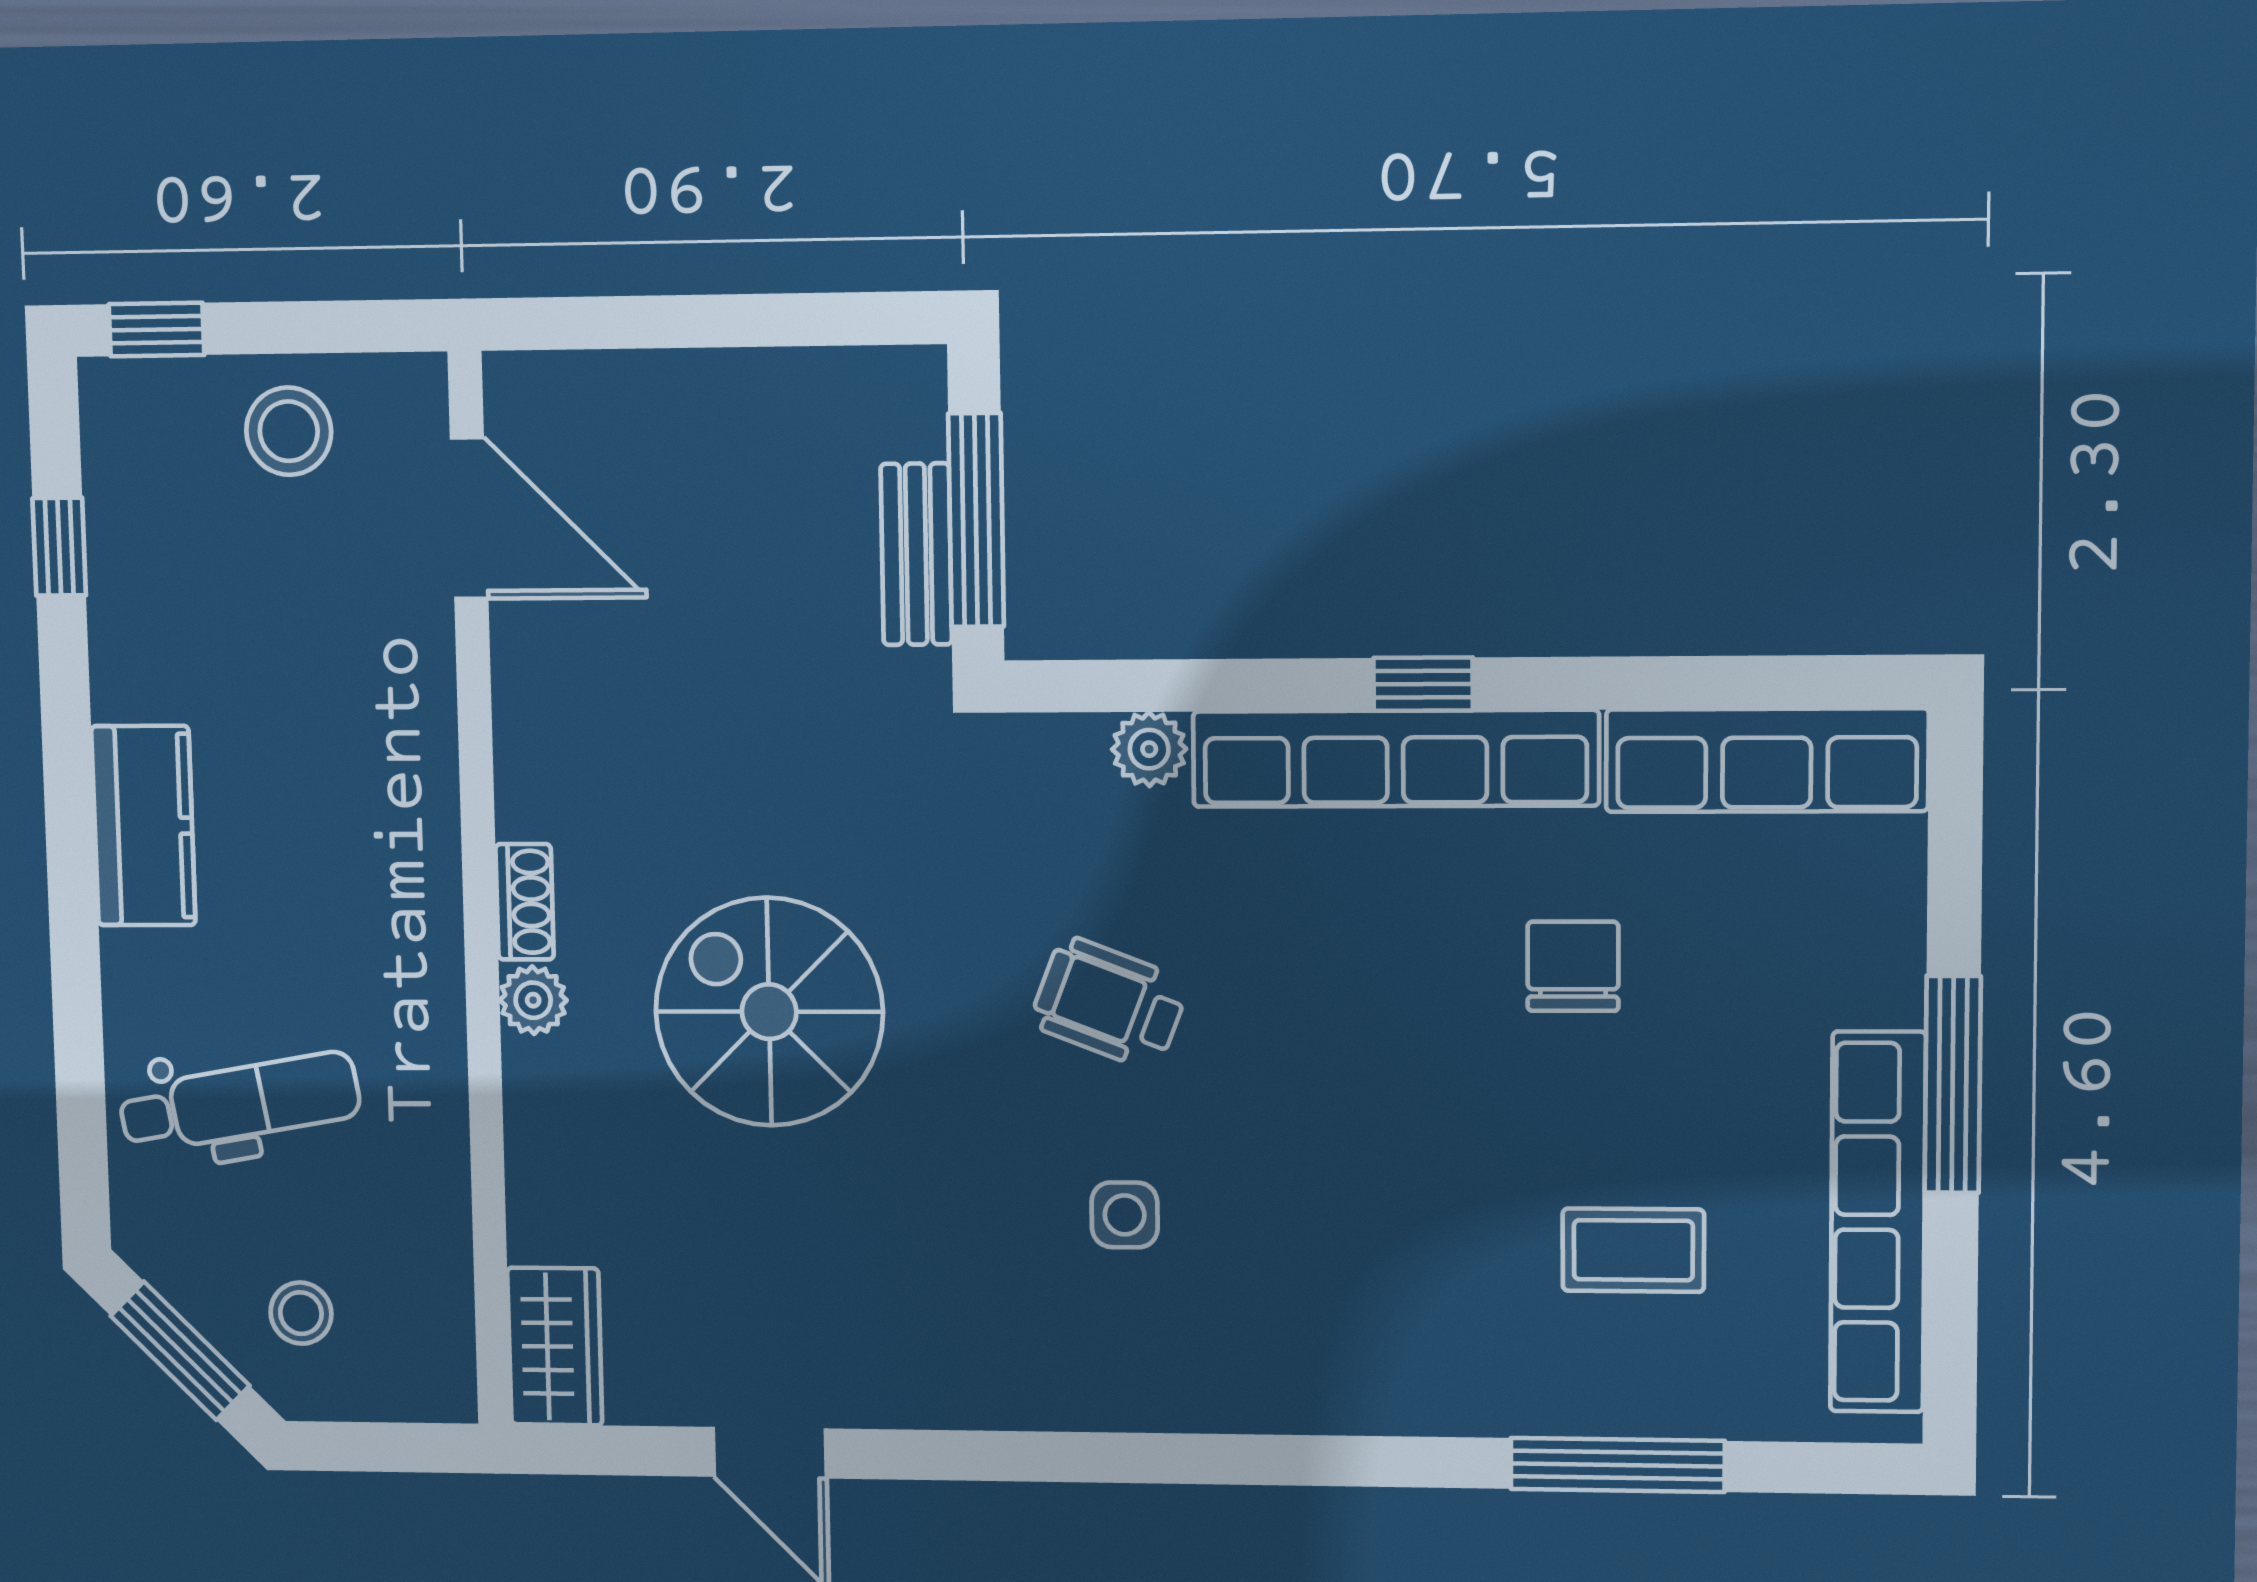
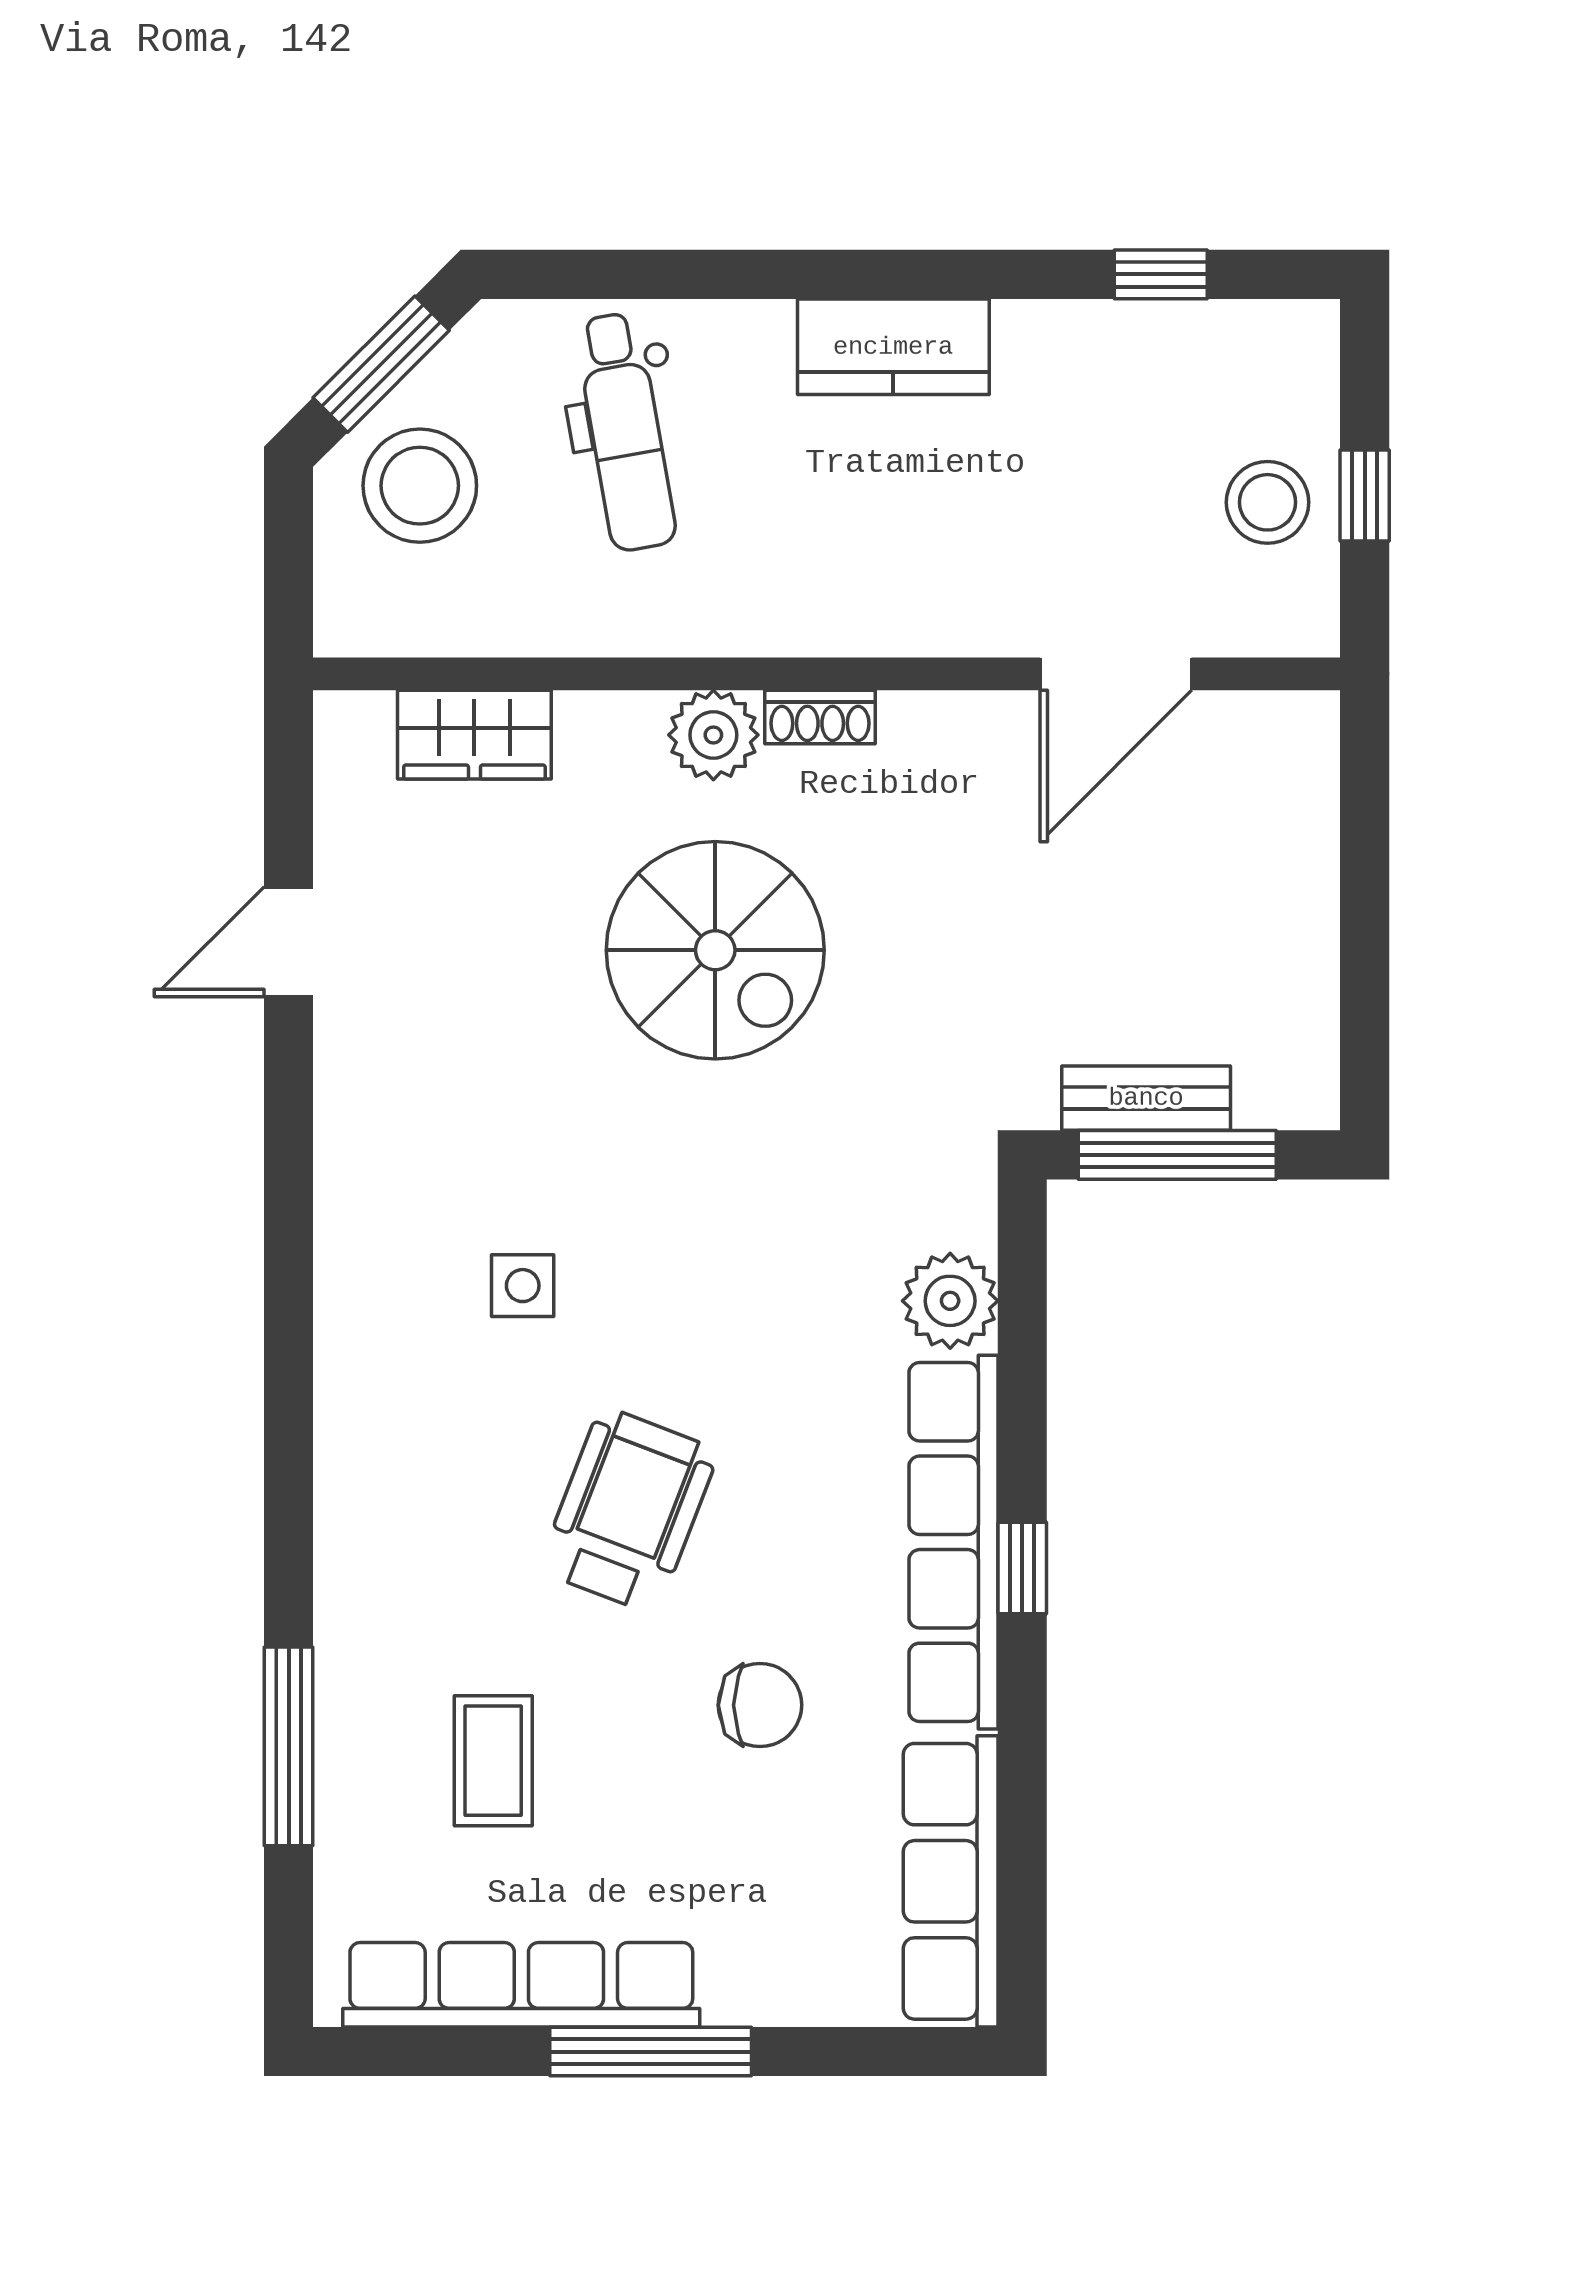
window: (156, 330) -> (1365, 496), moved
door: (469, 518) -> (1116, 674), moved
plant: (1149, 749) -> (950, 1301), width x1.38, depth x1.38
plant: (533, 1000) -> (713, 735), width x1.38, depth x1.38
wheelchair: (1109, 1003) -> (629, 1510), moved, width x1.36, depth x1.37
spiral stairs: (769, 1012) -> (715, 950), turned 90
stool: (301, 1313) -> (420, 486), width x1.89, depth x1.89
wardrobe: (555, 1347) -> (474, 735), moved

